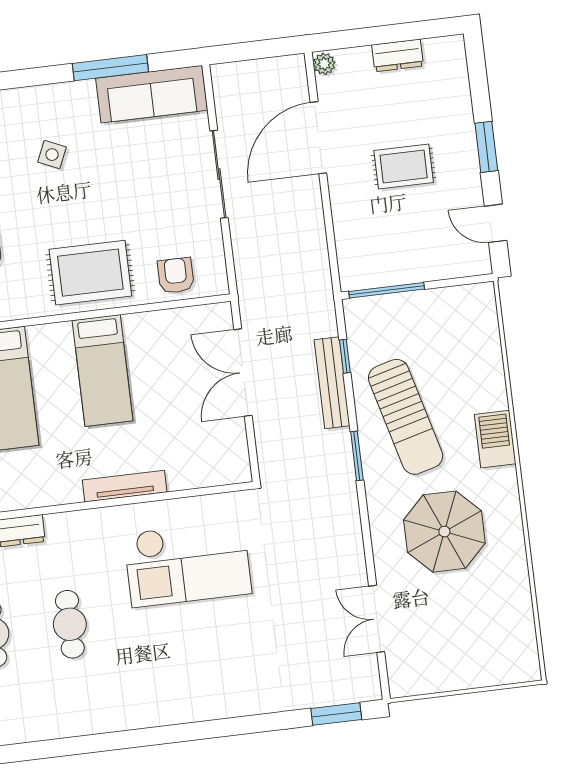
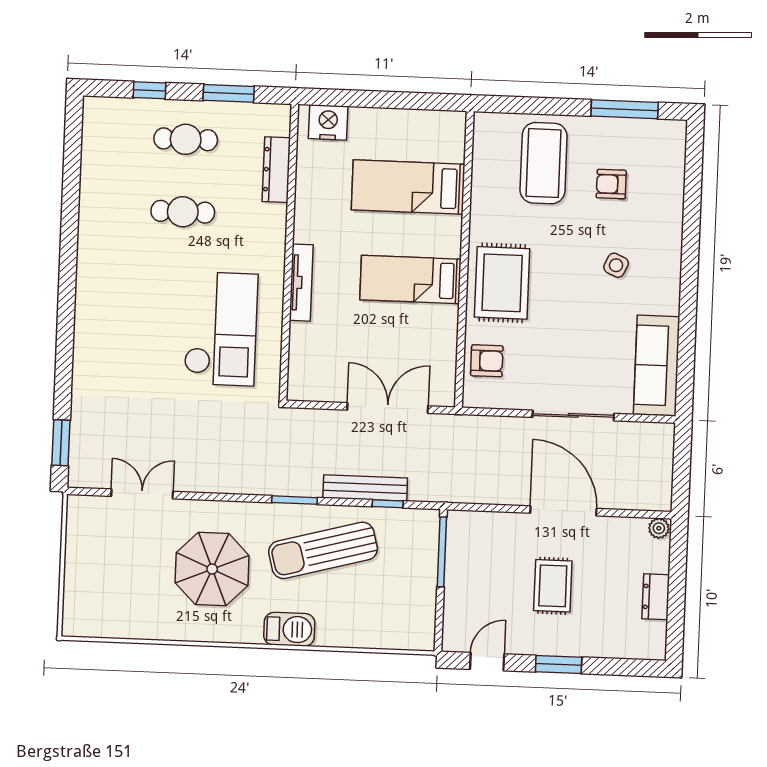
window: (110, 68) -> (687, 332), removed
door: (318, 138) -> (563, 511), moved
checkout: (188, 564) -> (221, 329), turned 180

